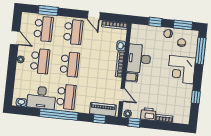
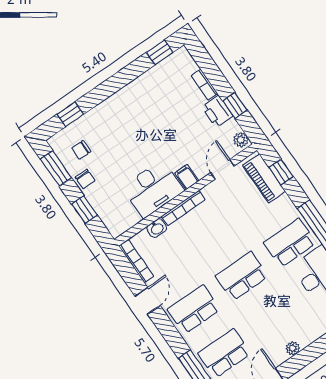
window: (201, 51) -> (70, 114), width x0.46
school desk: (40, 61) -> (272, 320), removed
corner desk: (181, 70) -> (118, 118), removed
window: (196, 97) -> (160, 52), moved
window: (134, 123) -> (235, 105), moved

